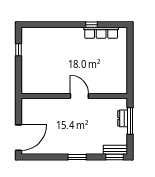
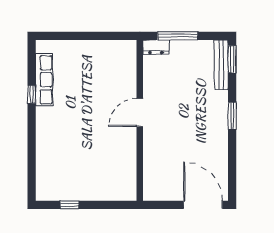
dresser: (123, 118) -> (156, 47), moved
bench: (115, 150) -> (221, 65), width x1.36

